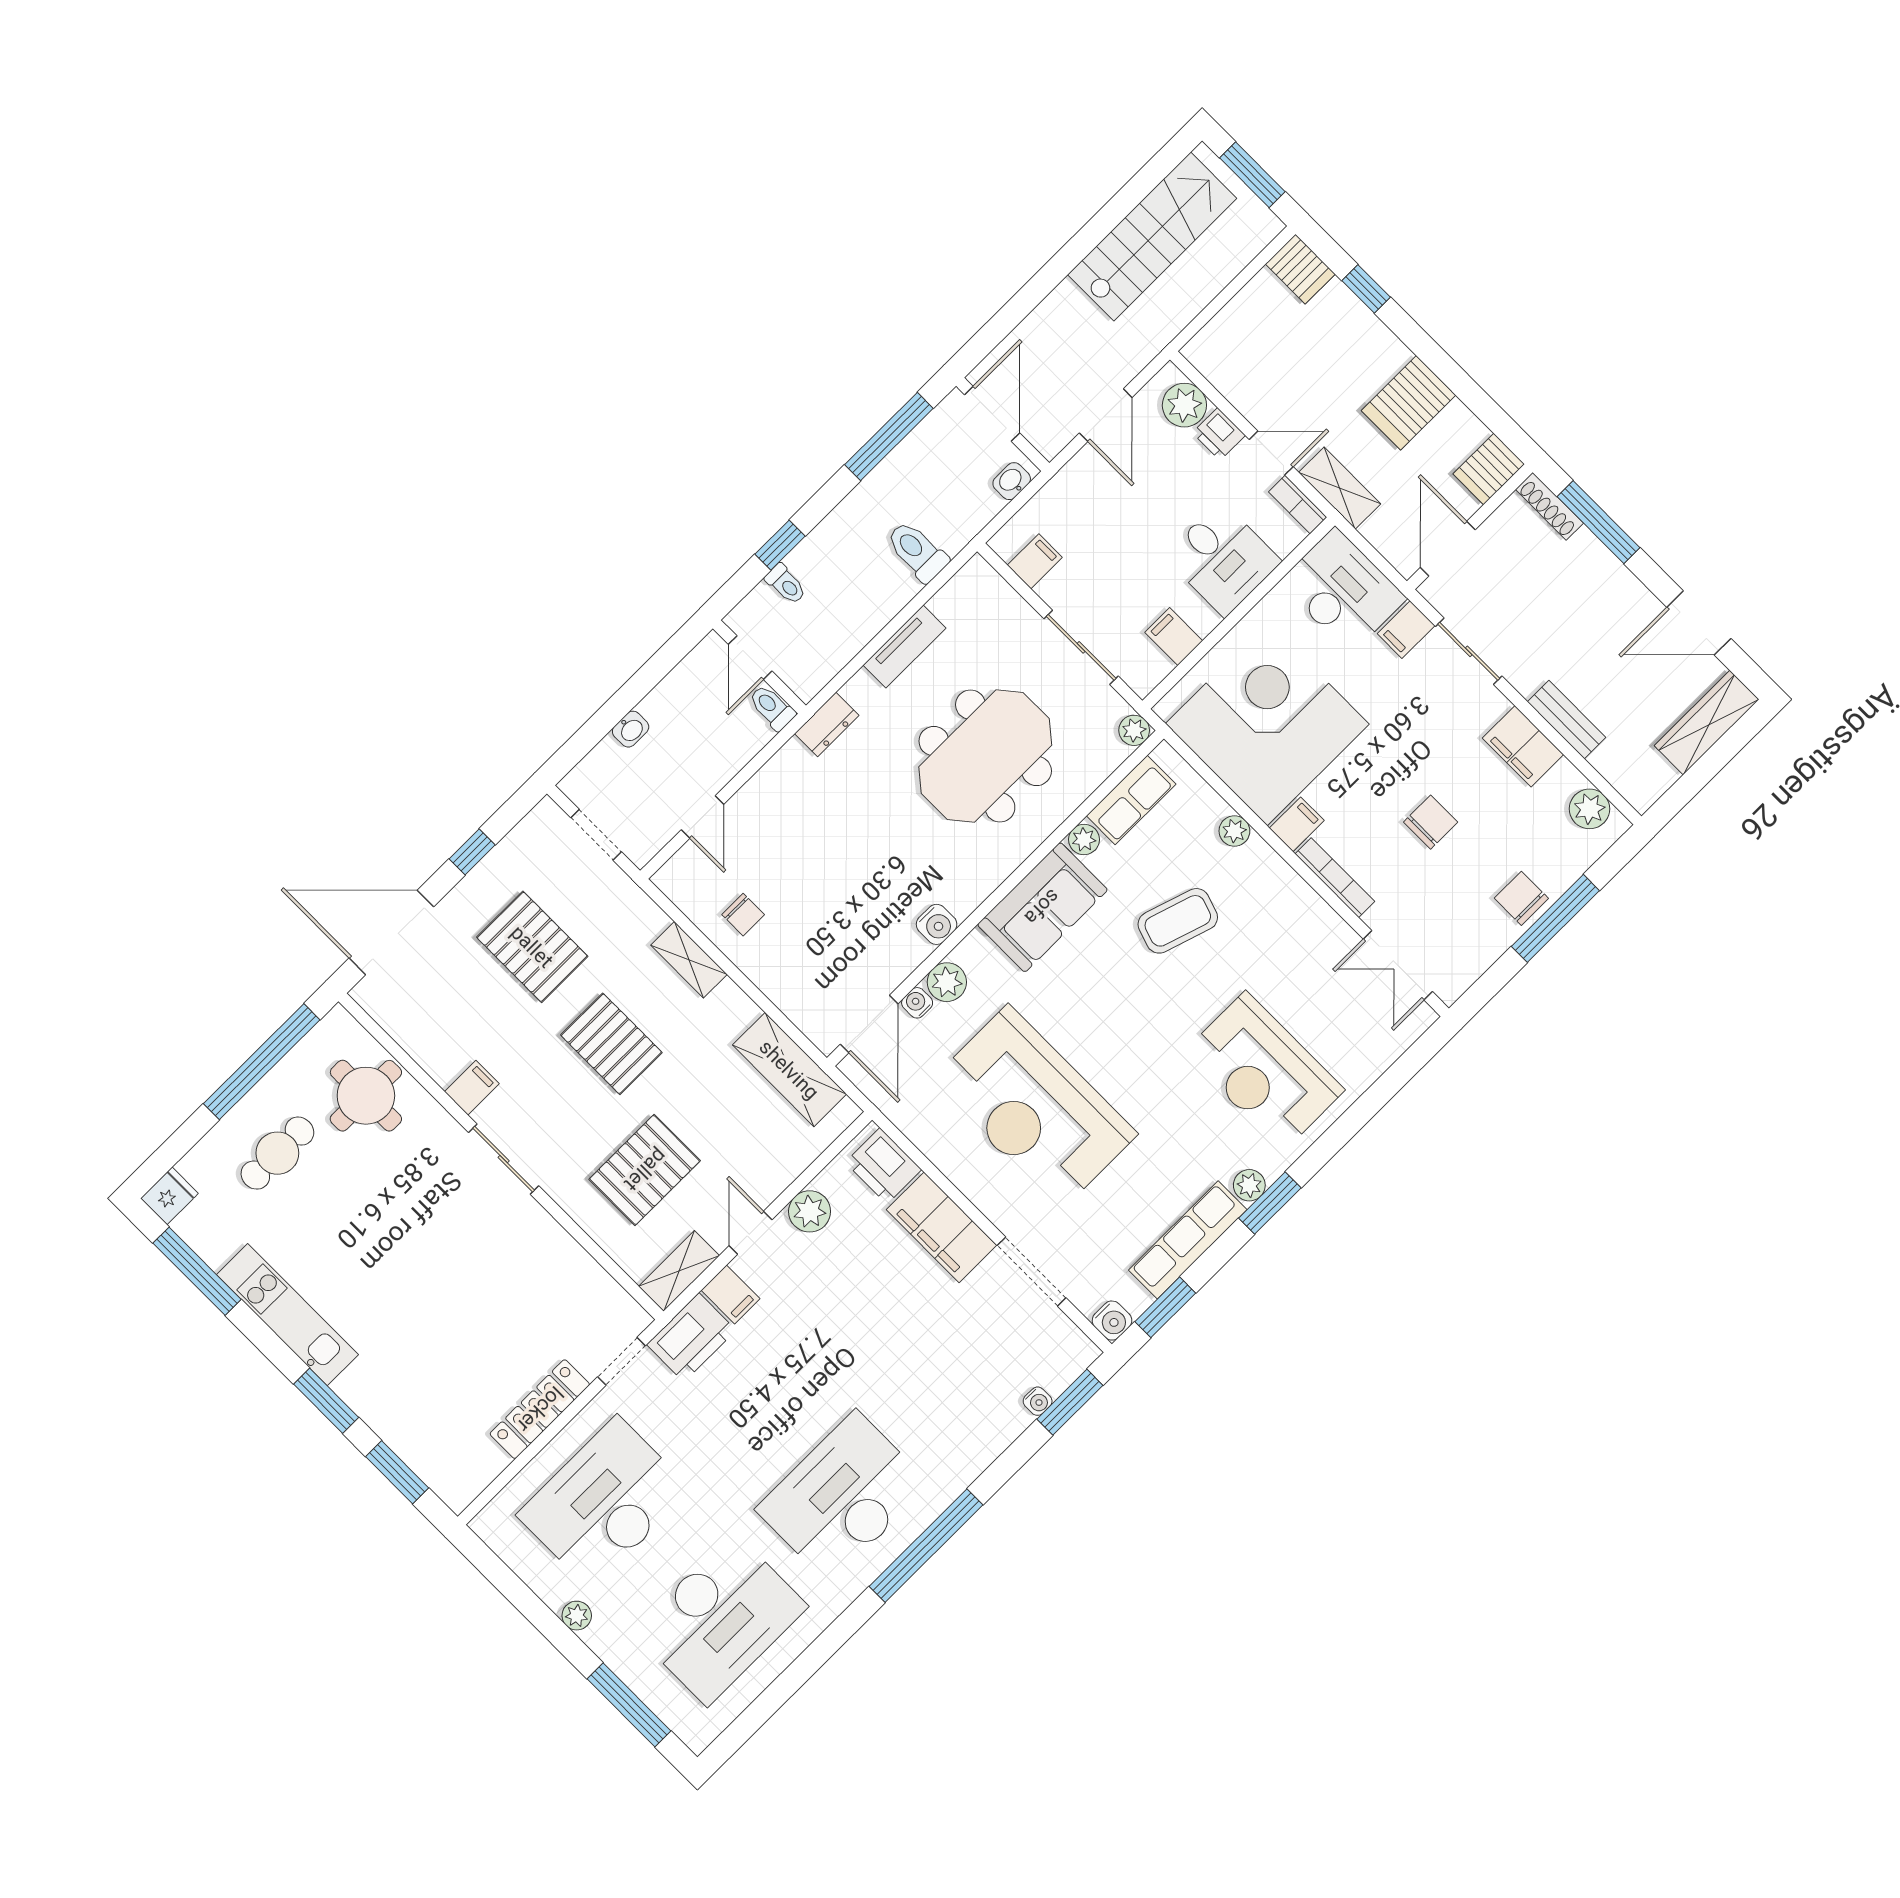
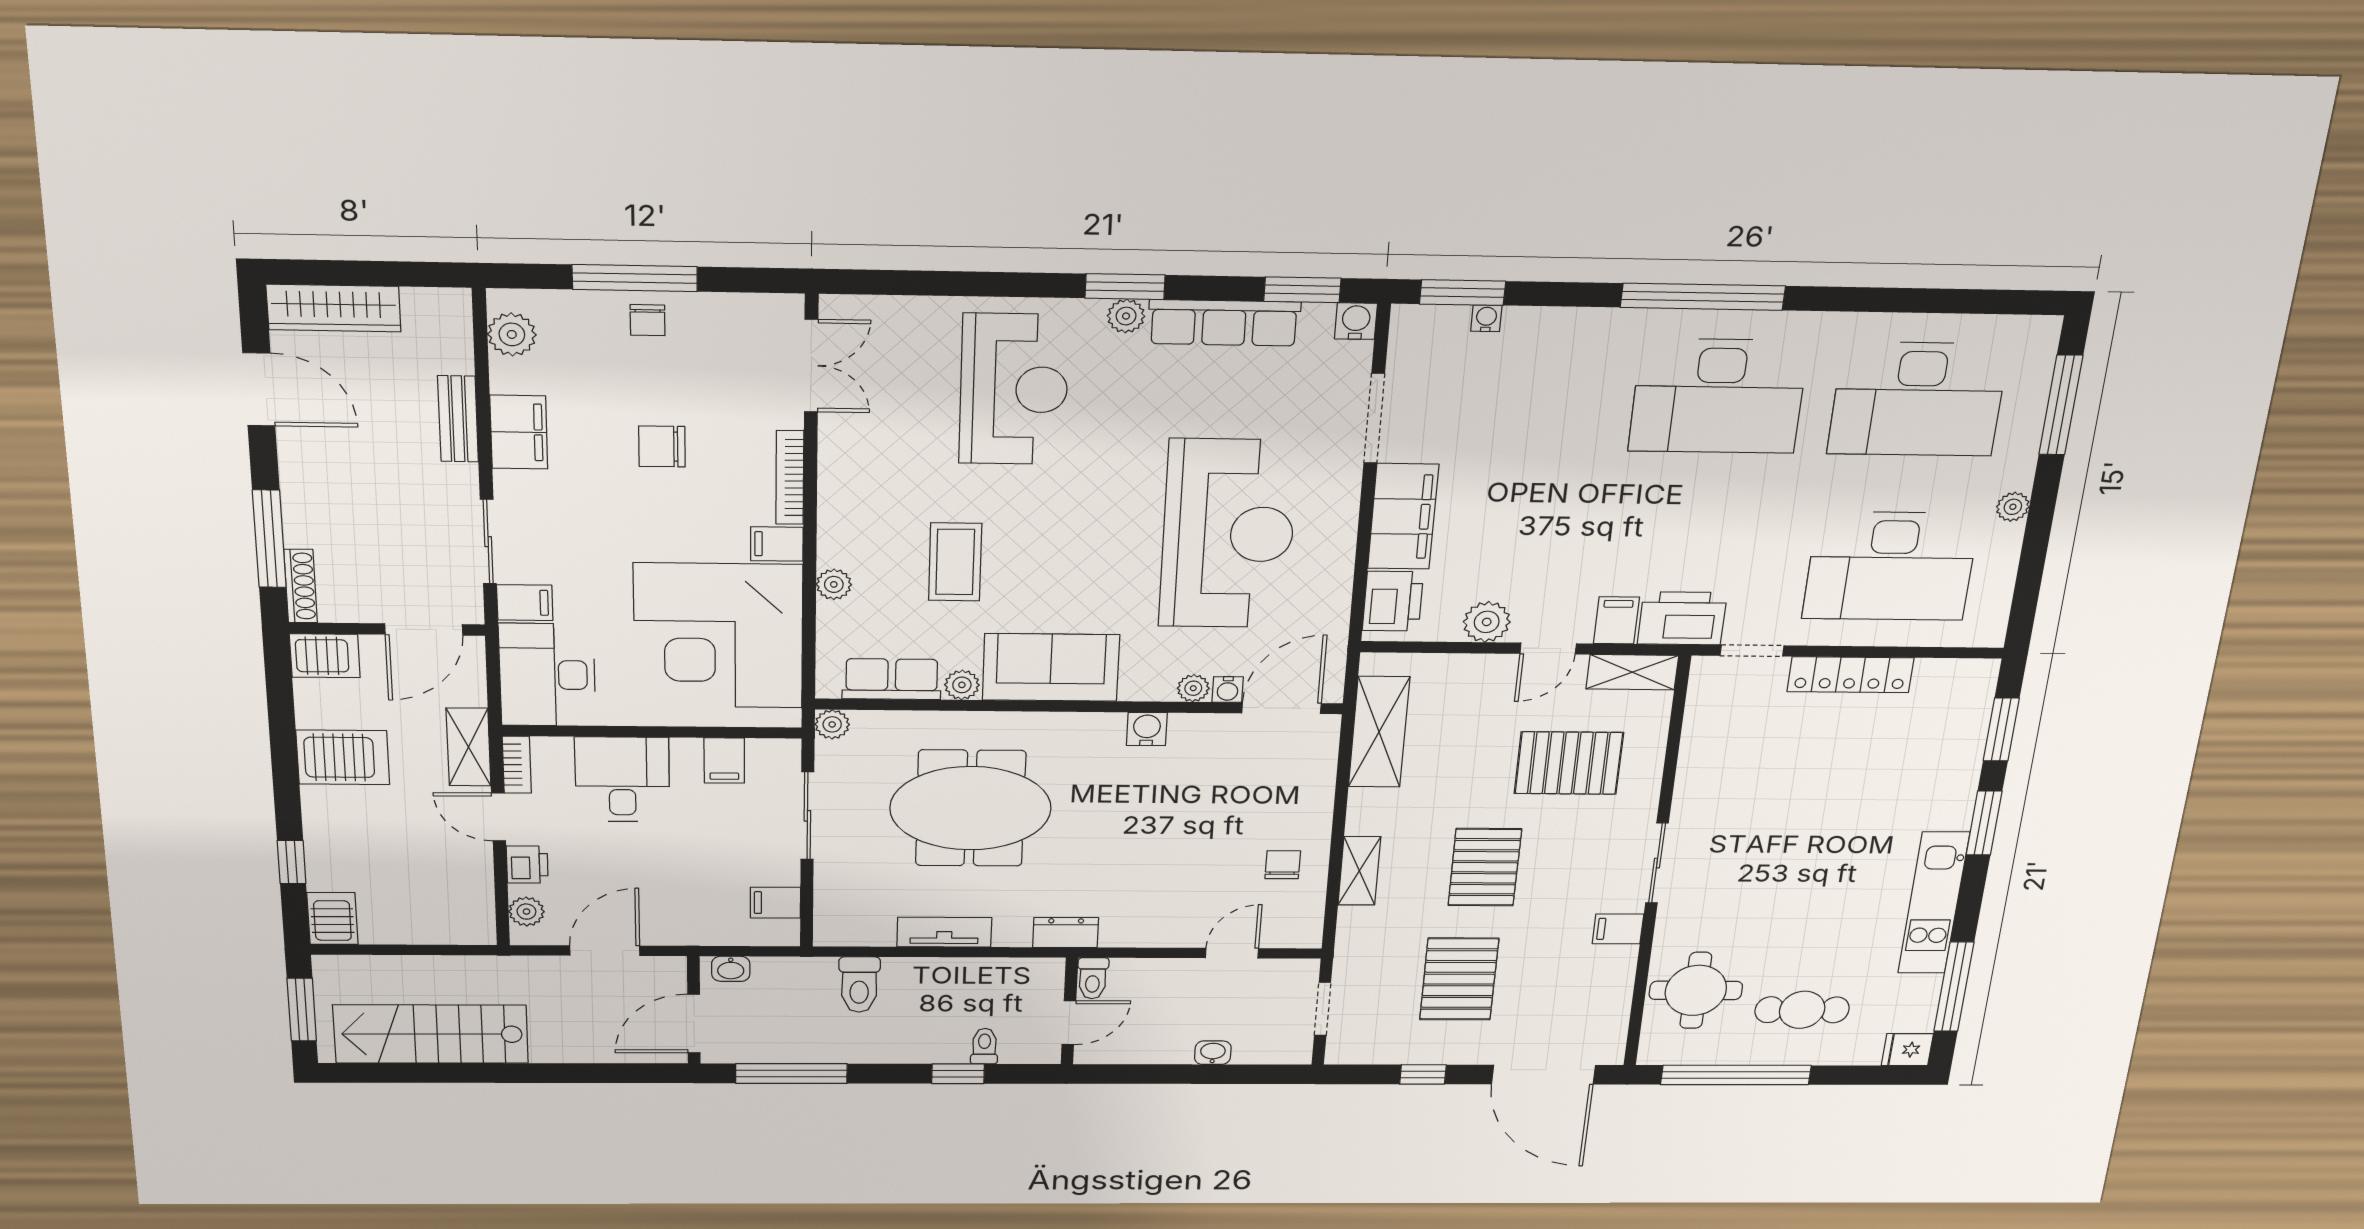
plant: (1184, 405) -> (526, 912), width x0.73, depth x0.73
chair: (1521, 898) -> (648, 320), width x0.73, depth x0.73
coffee table: (1178, 921) -> (955, 562), turned 72
plant: (947, 982) -> (1193, 688), width x0.73, depth x0.73
desk: (720, 1619) -> (1918, 399), turned 180

